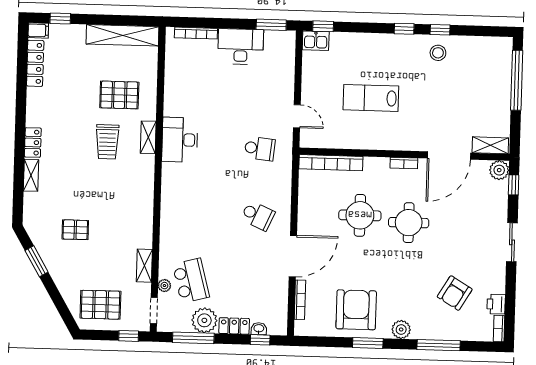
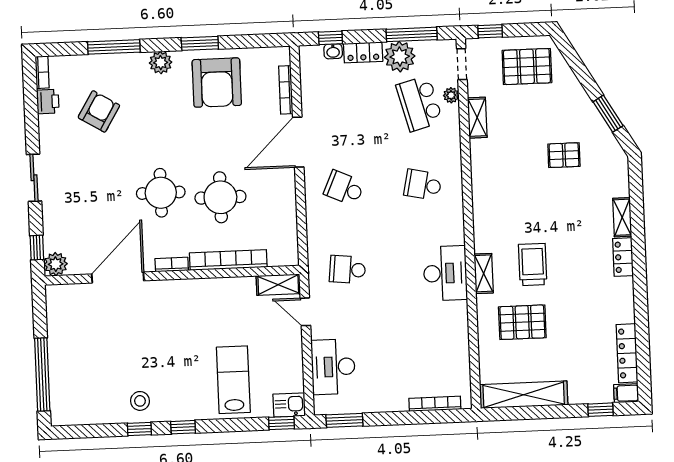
desk: (241, 47) -> (333, 367), moved, turned 90
lab bench: (371, 98) -> (233, 380), moved, turned -90
shelving: (490, 145) -> (278, 285), moved
bookcase: (331, 163) -> (228, 260), moved
school desk: (193, 214) -> (423, 185), added

